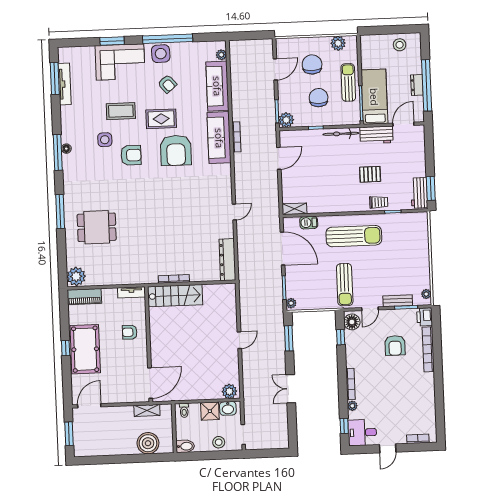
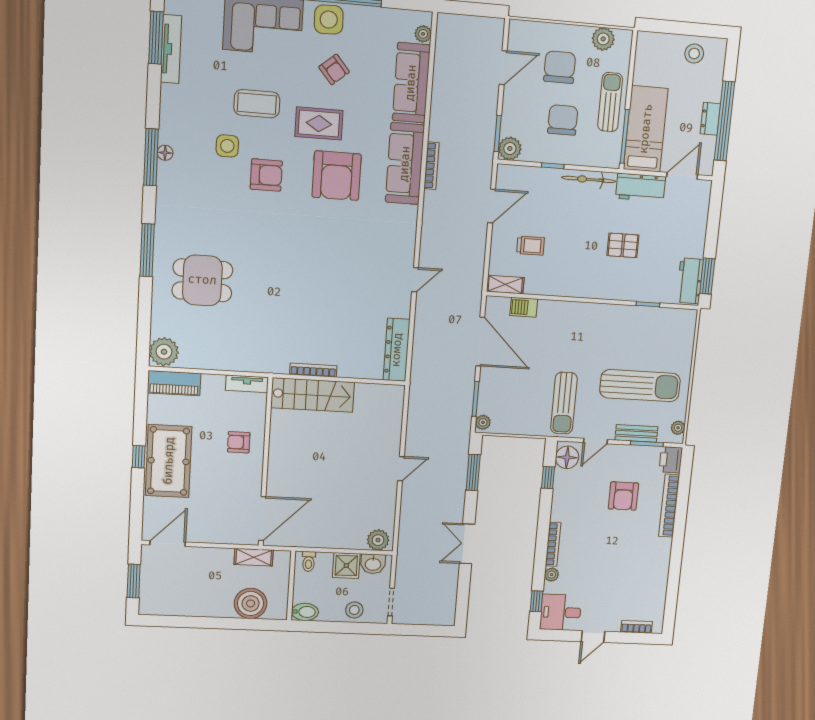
trolley: (379, 202) -> (531, 246), moved
sun lounger: (354, 236) -> (640, 386), moved

